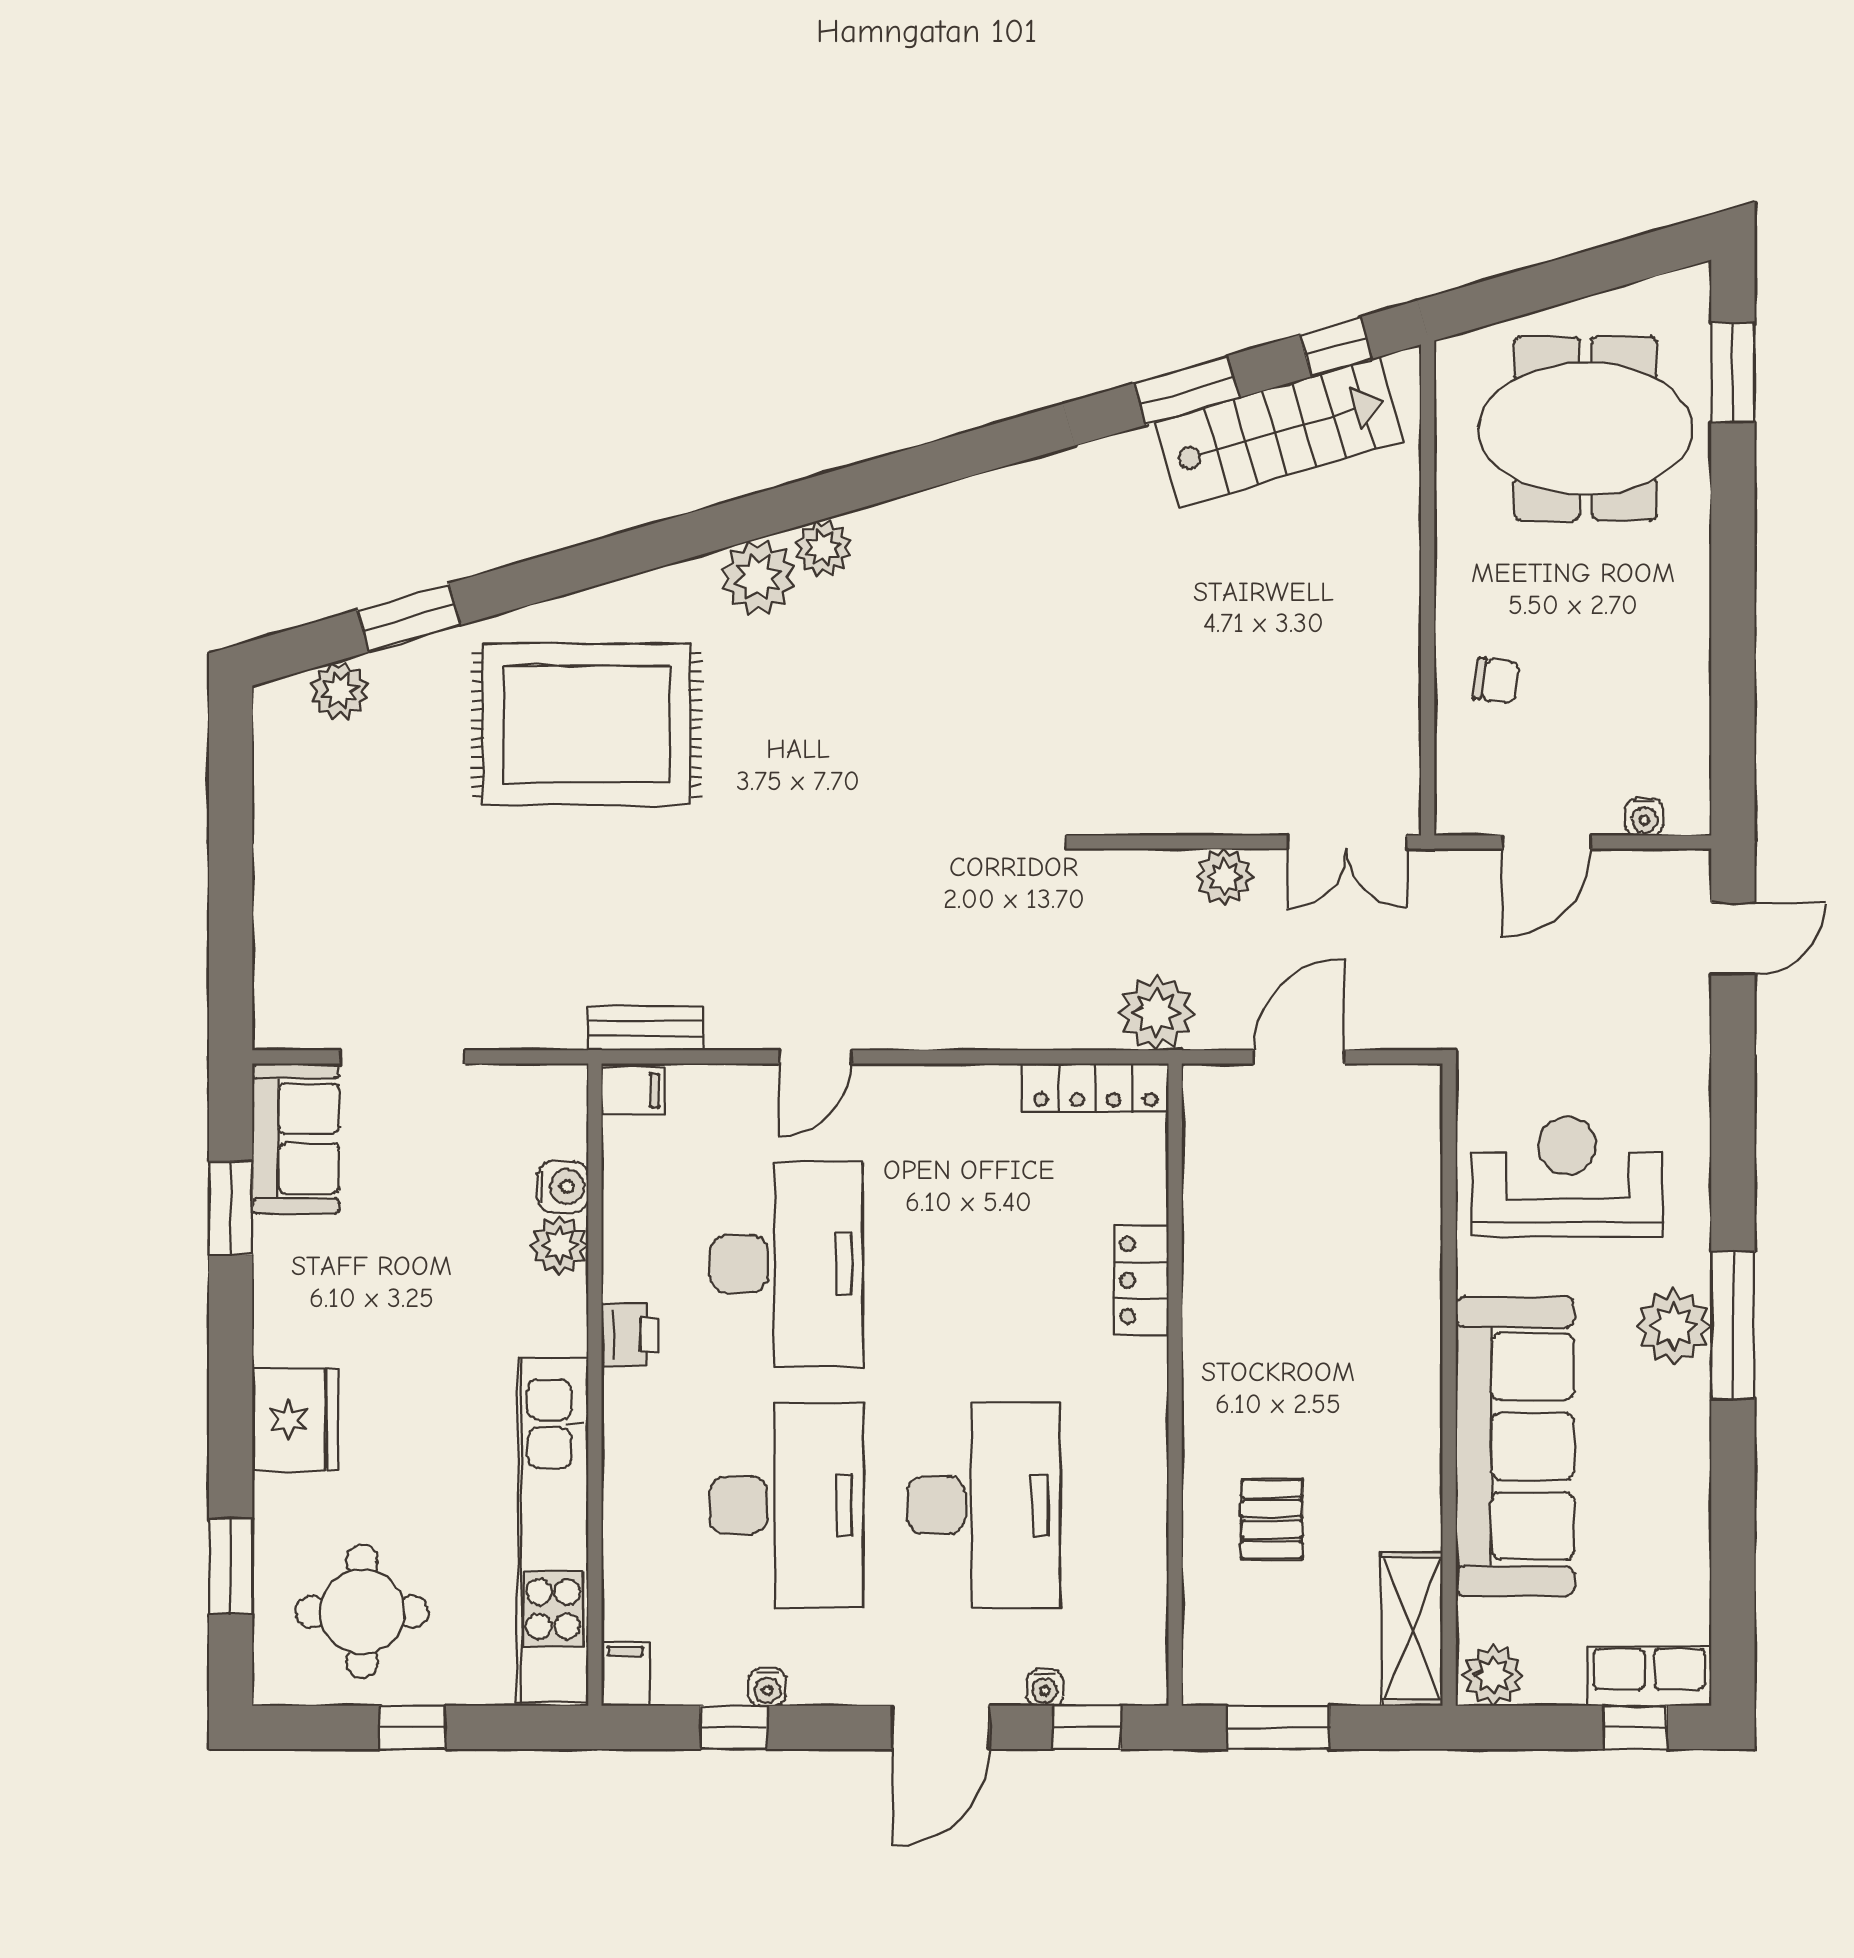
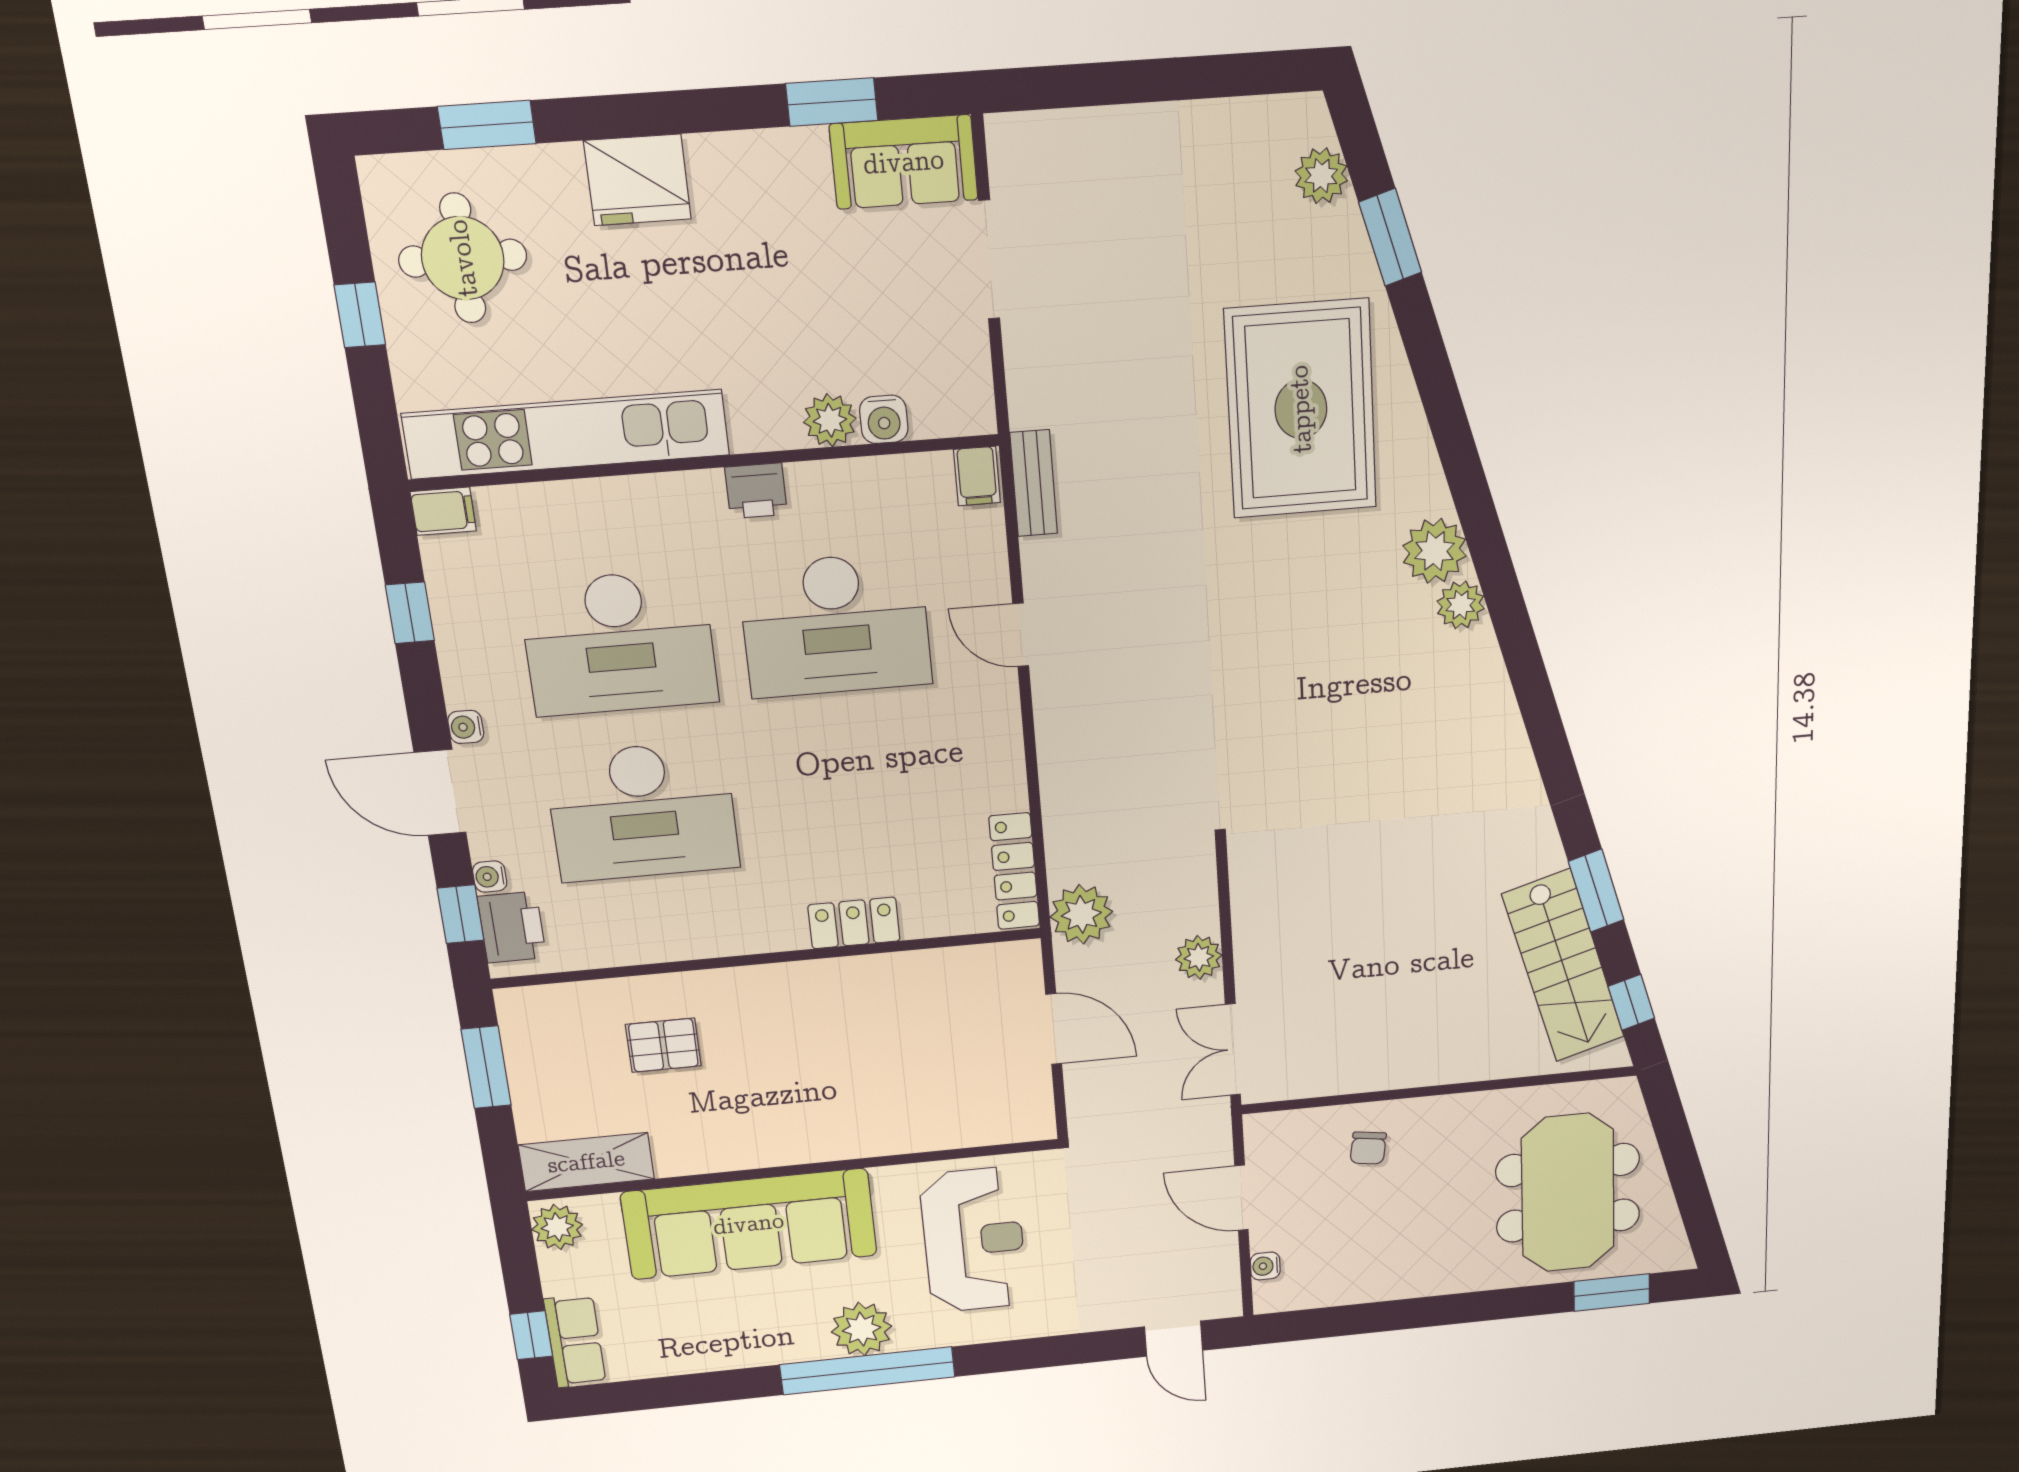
window: (1733, 1325) -> (868, 1371), width x1.46
printer: (1108, 1672) -> (512, 927), added
water cooler: (768, 1687) -> (466, 727), moved

